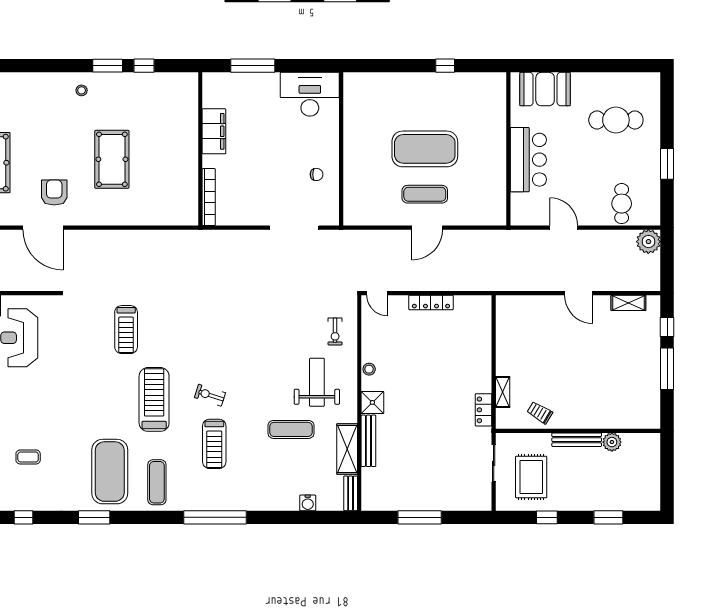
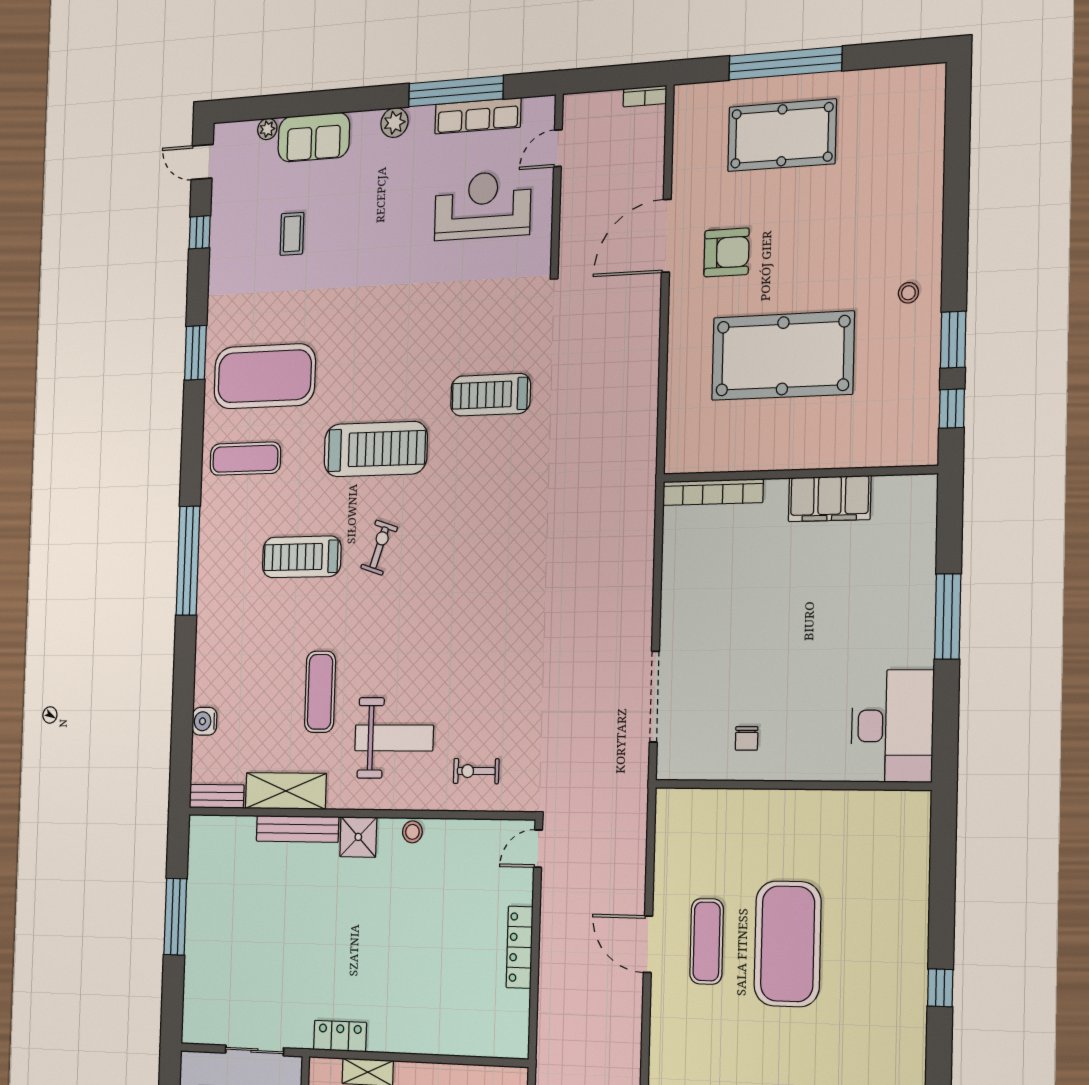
filing cabinet: (214, 131) -> (830, 499), moved
wall: (200, 149) -> (798, 474), moved
pool table: (112, 159) -> (783, 356), width x1.36, depth x1.32
bookcase: (209, 197) -> (713, 492), moved

